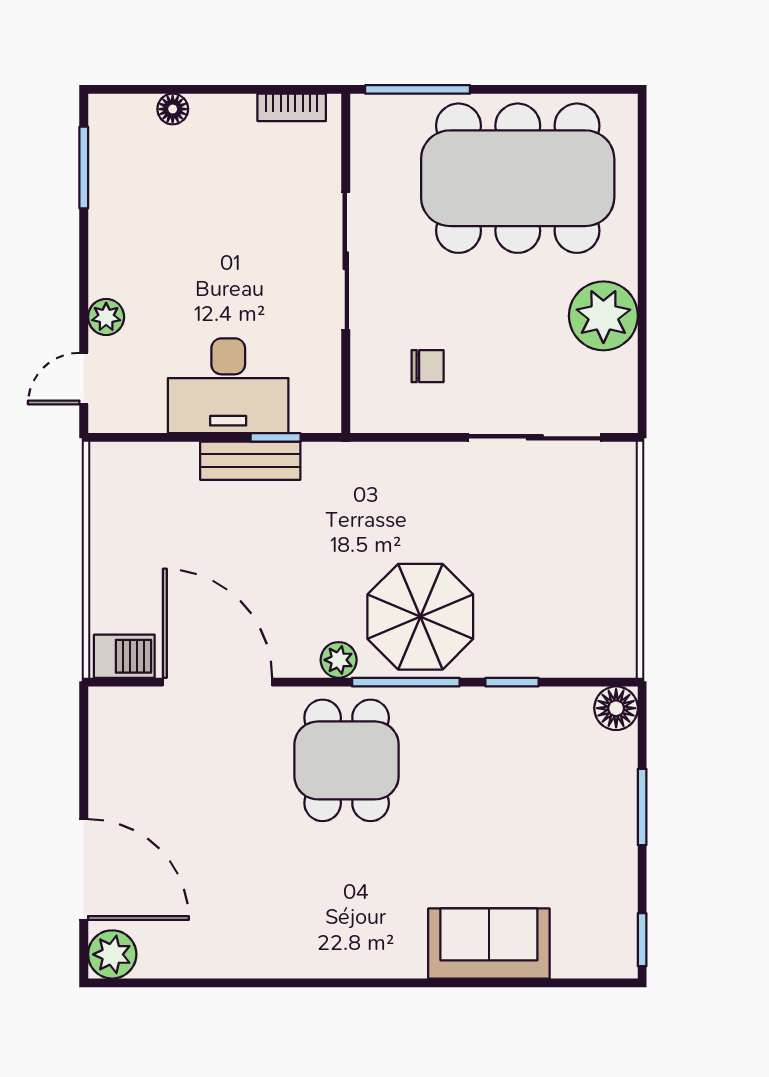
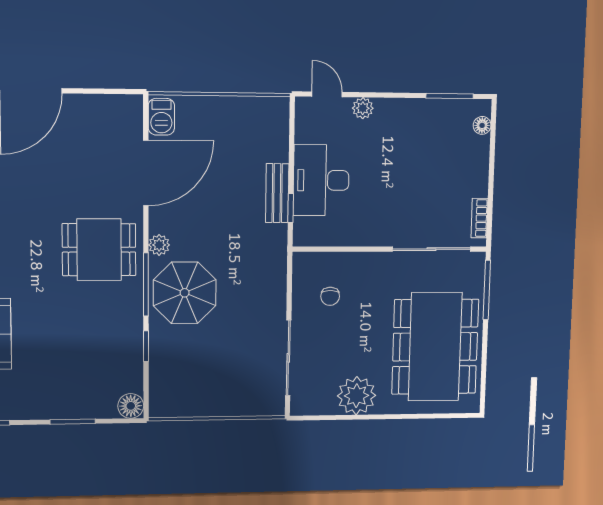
floor lamp: (173, 109) -> (482, 125), moved
sliding door: (346, 261) -> (432, 249), moved

